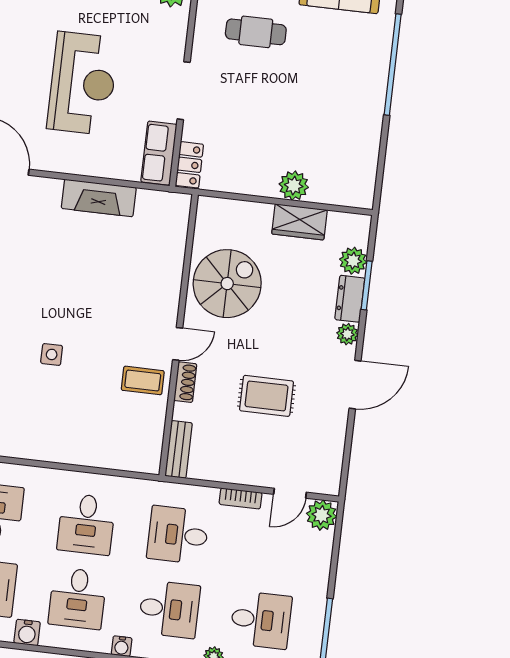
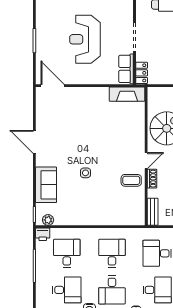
reception desk: (83, 83) -> (85, 39), turned 180
fireplace: (99, 198) -> (127, 94), moved
desk: (86, 524) -> (112, 253), turned 180

